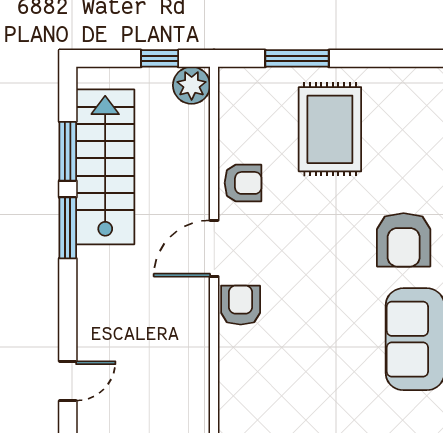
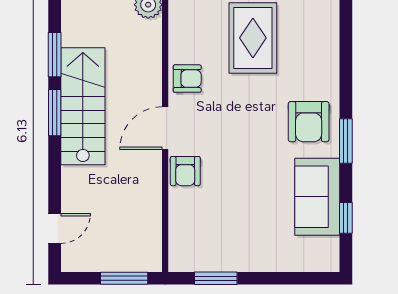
stairs: (105, 167) -> (83, 106), moved
armchair: (241, 305) -> (185, 171), turned 180

